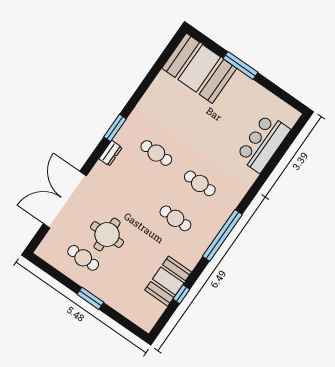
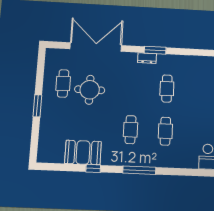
window: (115, 128) -> (155, 50), moved
window: (222, 235) -> (139, 170), width x0.68
window: (181, 294) -> (93, 168), moved

